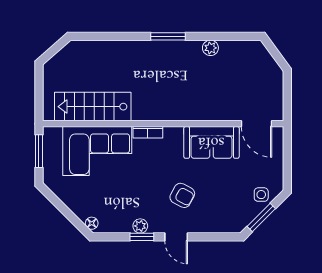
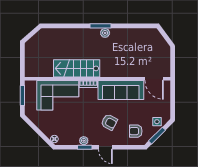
plant: (210, 48) -> (105, 33), moved
stairs: (93, 107) -> (77, 68), moved
sofa: (211, 142) -> (121, 90), width x1.36
armchair: (226, 210) -> (136, 131), added

